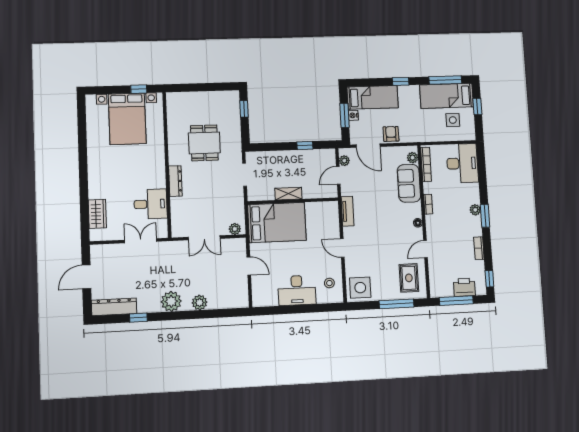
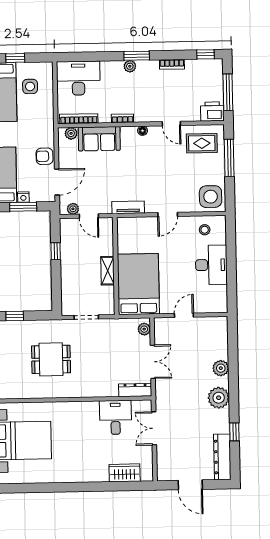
dresser: (175, 181) -> (135, 390), moved
printer: (464, 287) -> (212, 111), moved, turned 90

